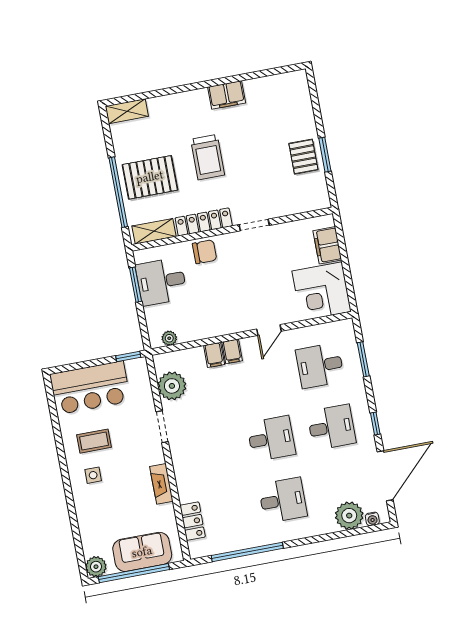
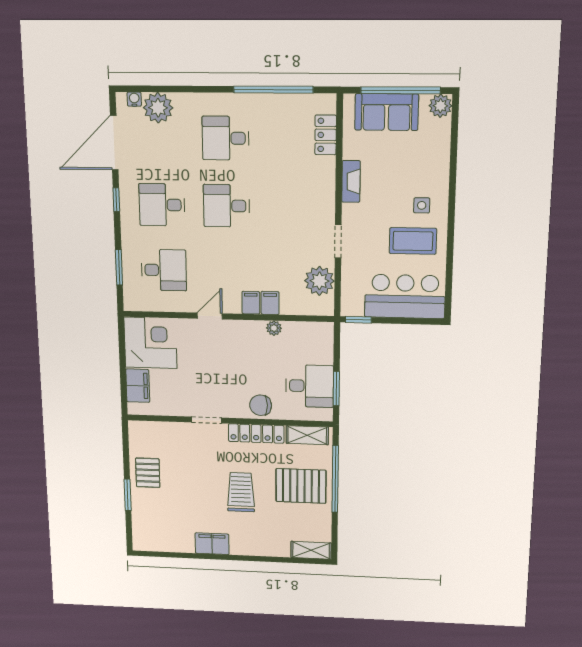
window: (325, 155) -> (128, 495), moved
plant: (169, 338) -> (274, 328), moved
coffee table: (94, 441) -> (413, 241), width x1.36, depth x1.30

